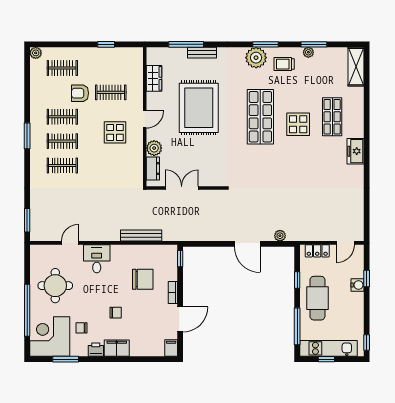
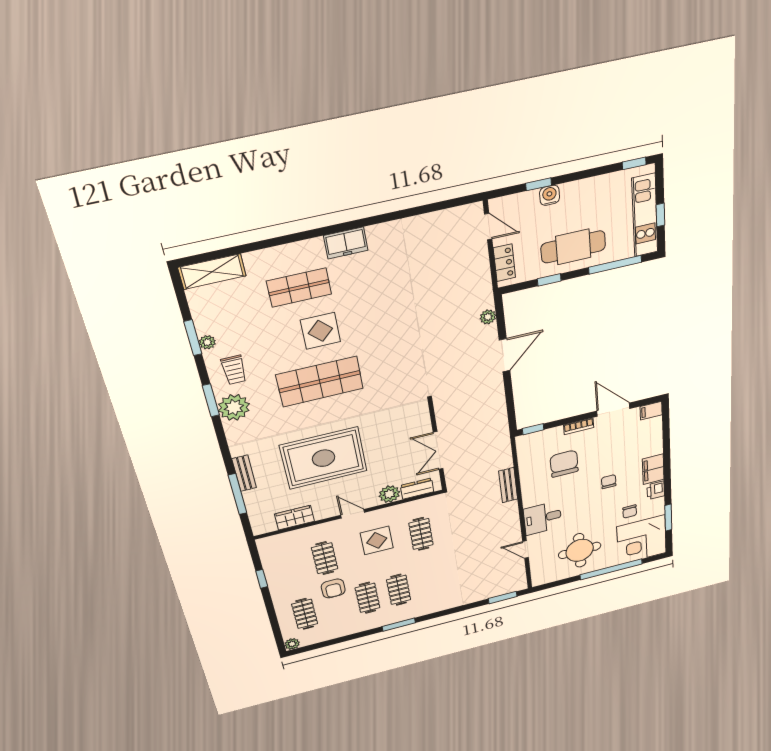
clothes rail: (62, 166) -> (421, 534), moved
bench: (141, 235) -> (508, 485), width x0.73

